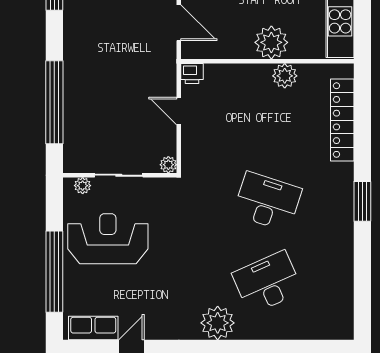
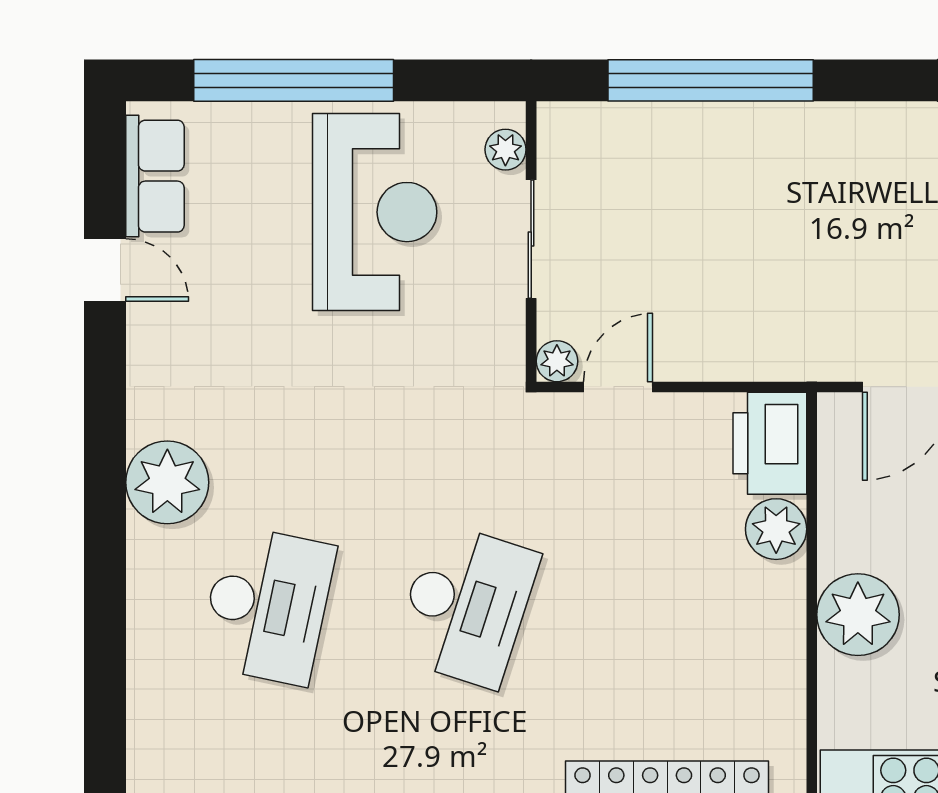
printer: (192, 73) -> (770, 443), width x1.87, depth x1.48
plant: (285, 76) -> (776, 529), moved
door: (179, 111) -> (618, 387), moved
desk: (267, 282) -> (267, 605), turned 36

